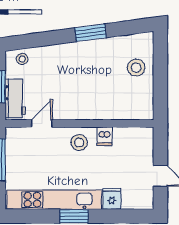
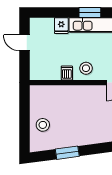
window: (90, 33) -> (67, 153), moved

